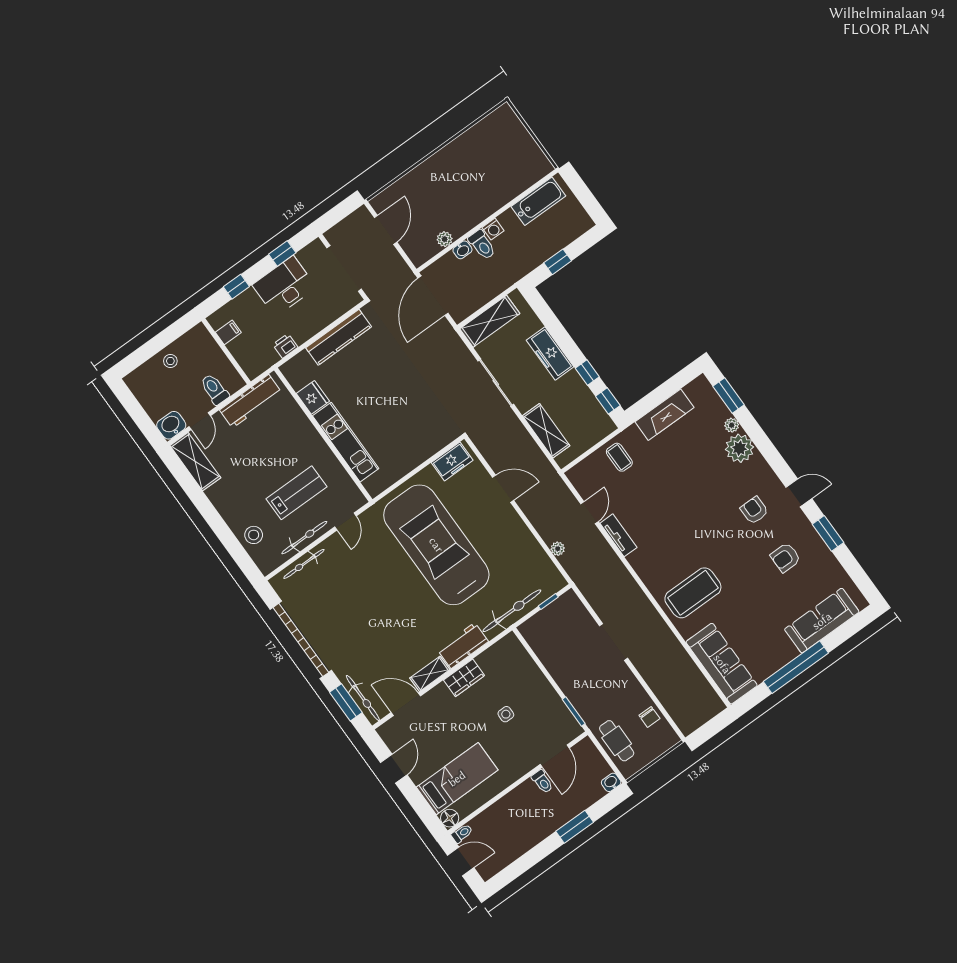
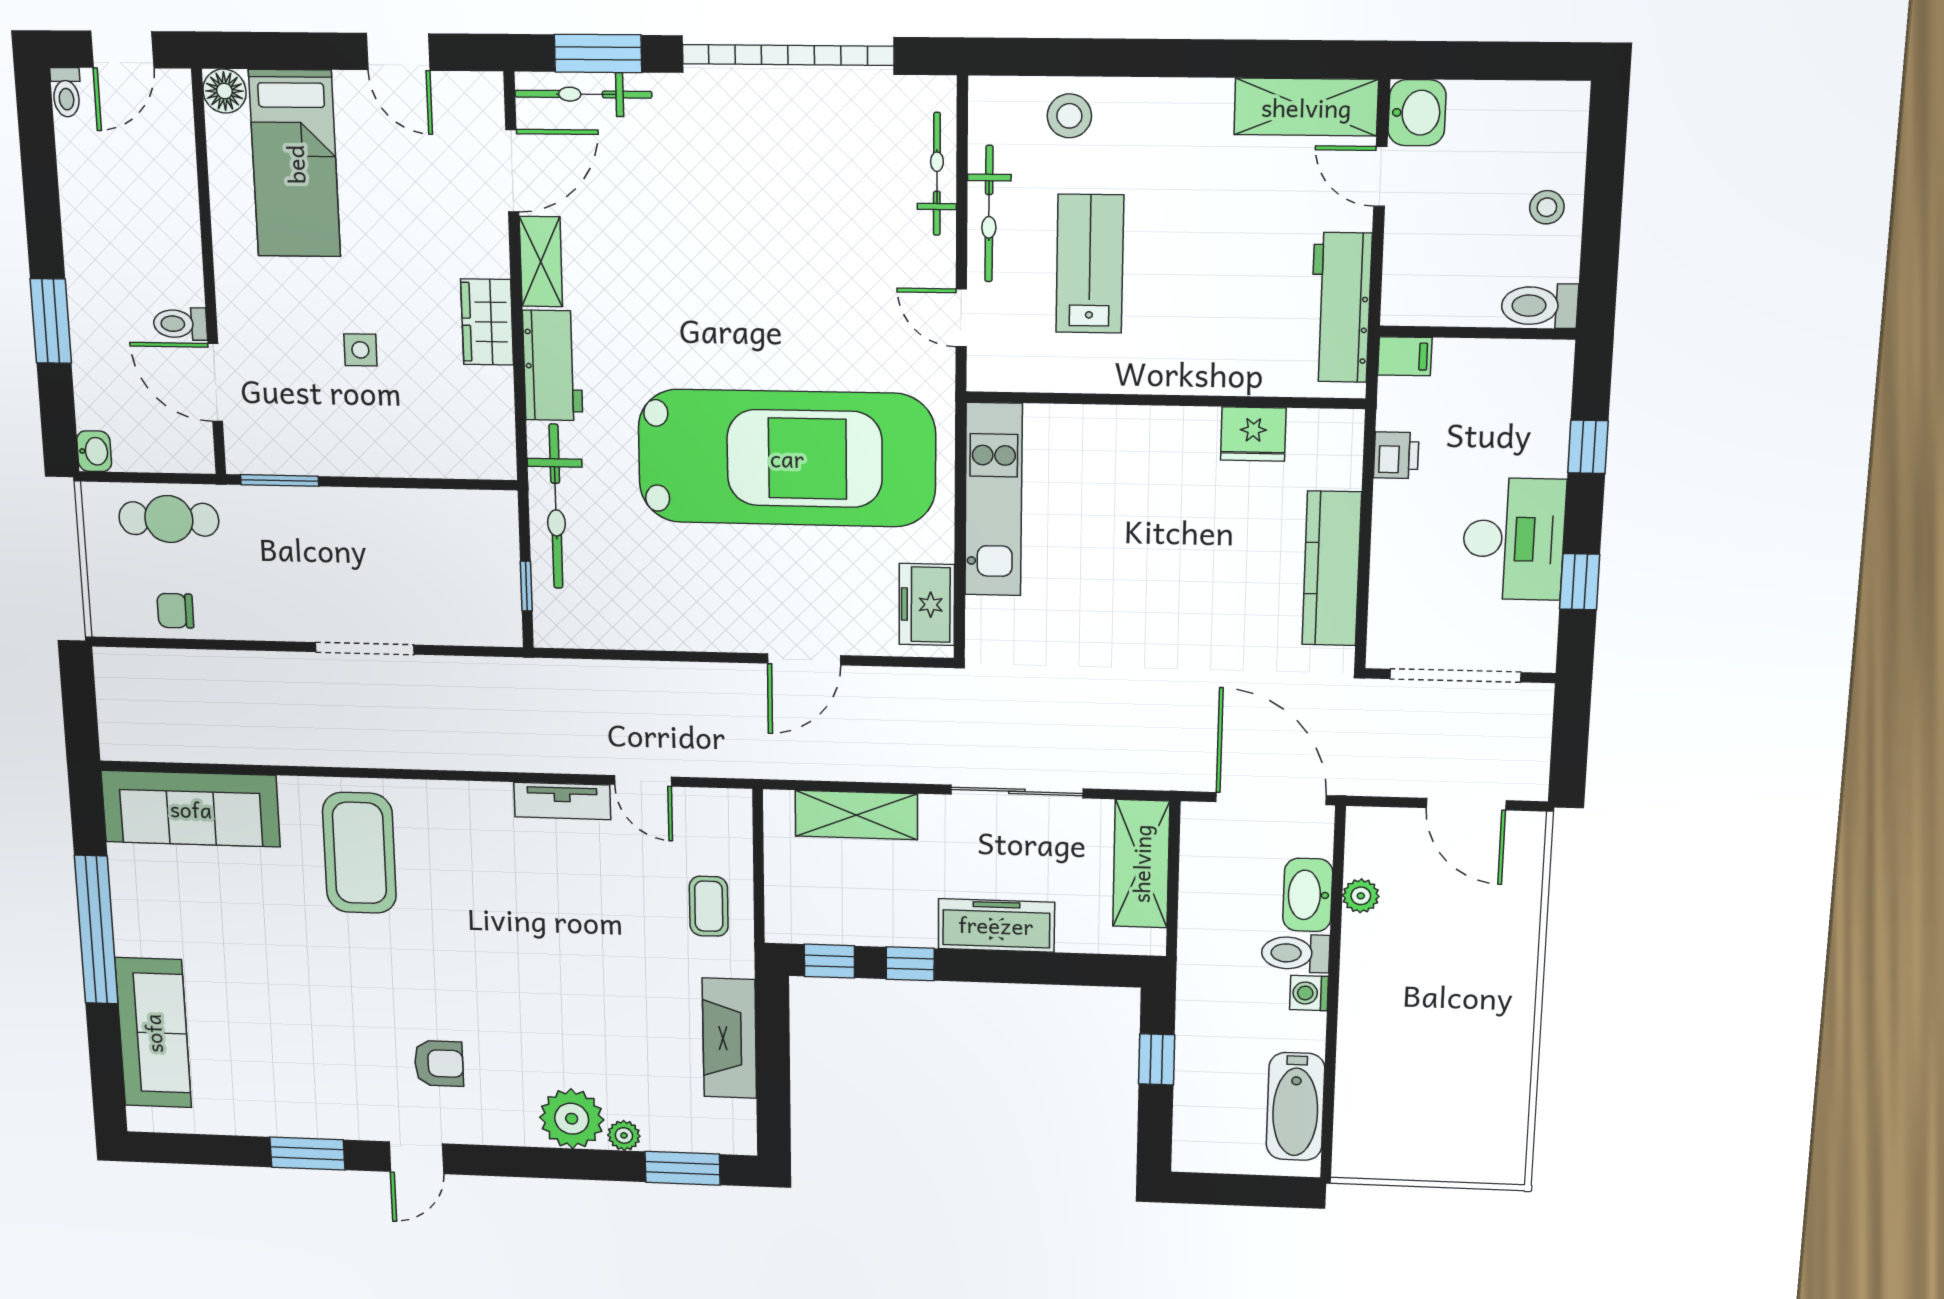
washbasin: (462, 250) -> (1308, 895), width x1.91, depth x1.45
filing cabinet: (228, 332) -> (1405, 356), moved, turned -90
toilet: (214, 389) -> (1540, 306), moved, turned 180
kitchen unit: (346, 442) -> (993, 500), moved, turned -90
coffee table: (619, 457) -> (709, 906), turned 90
lab bench: (296, 493) -> (1090, 264), turned 180
plant: (558, 549) -> (616, 675), removed
armchair: (785, 557) -> (313, 1054), removed
toilet: (462, 833) -> (66, 92), moved

